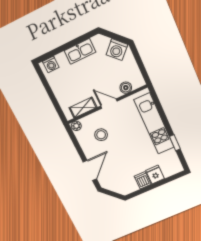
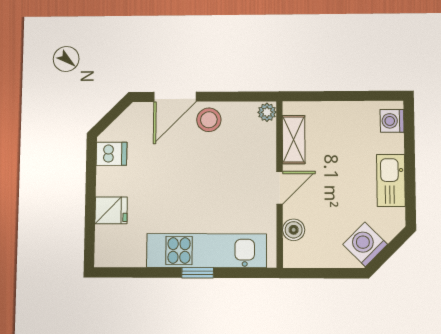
stool: (101, 135) -> (209, 120), moved
window: (175, 143) -> (198, 273), moved
door: (90, 170) -> (175, 97), hinge flipped
dishwasher: (143, 180) -> (111, 154), moved

